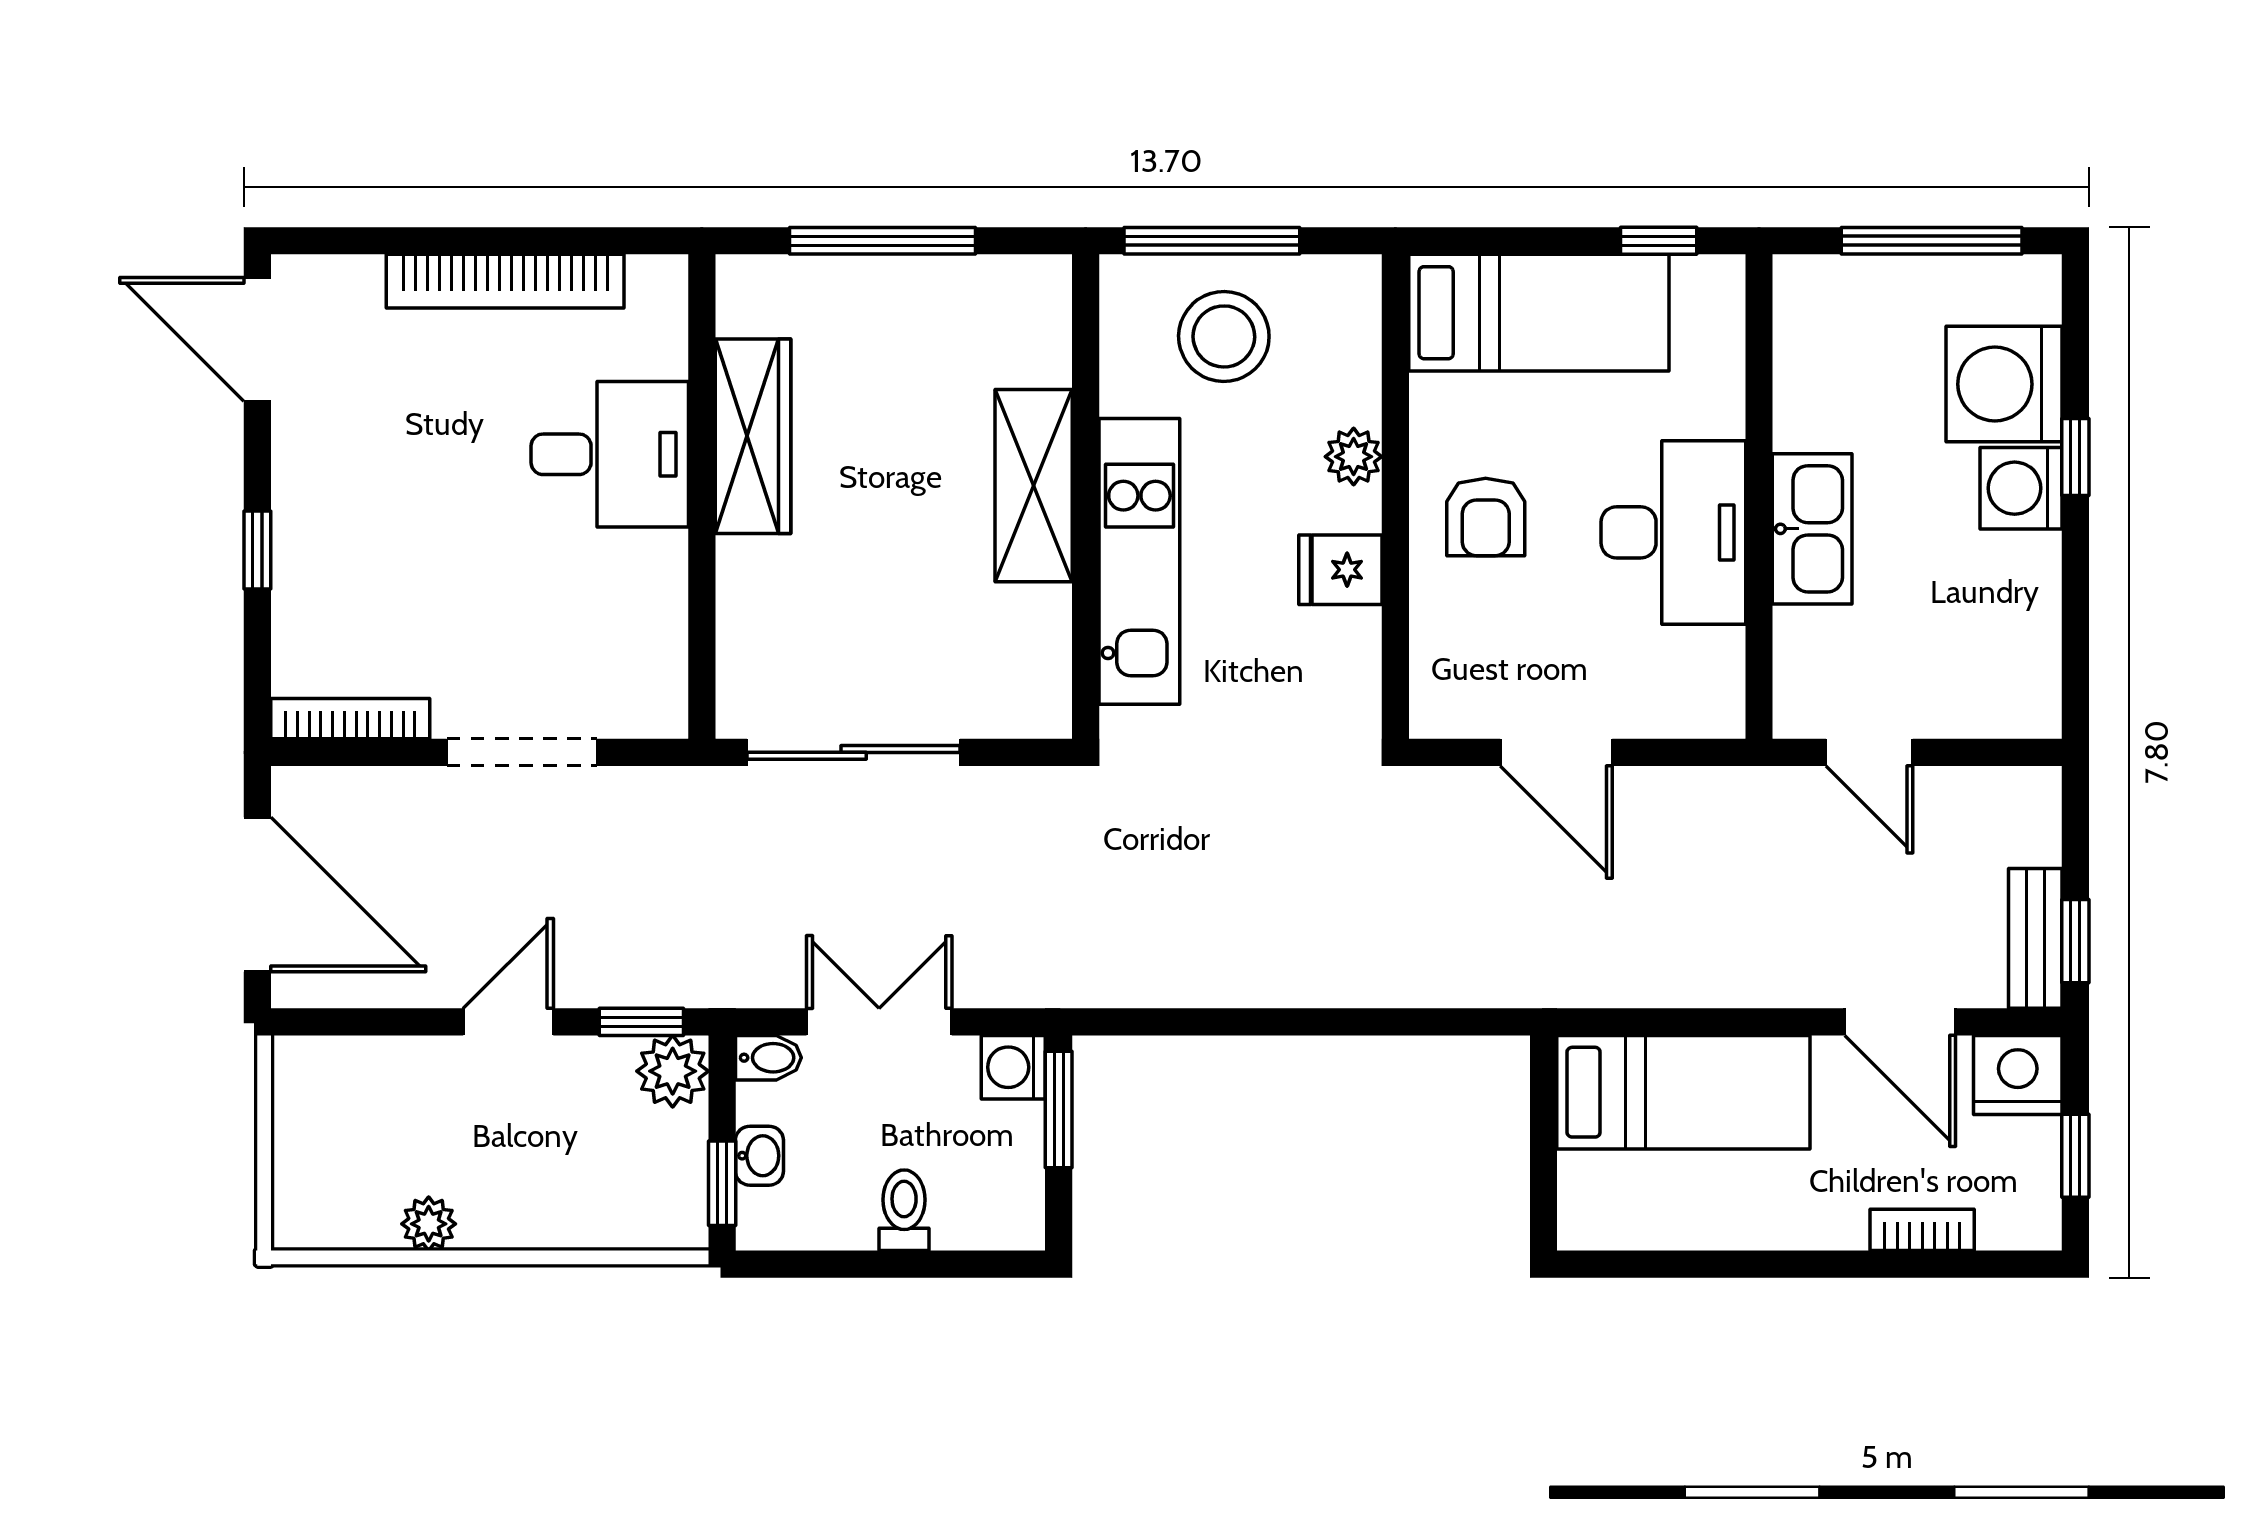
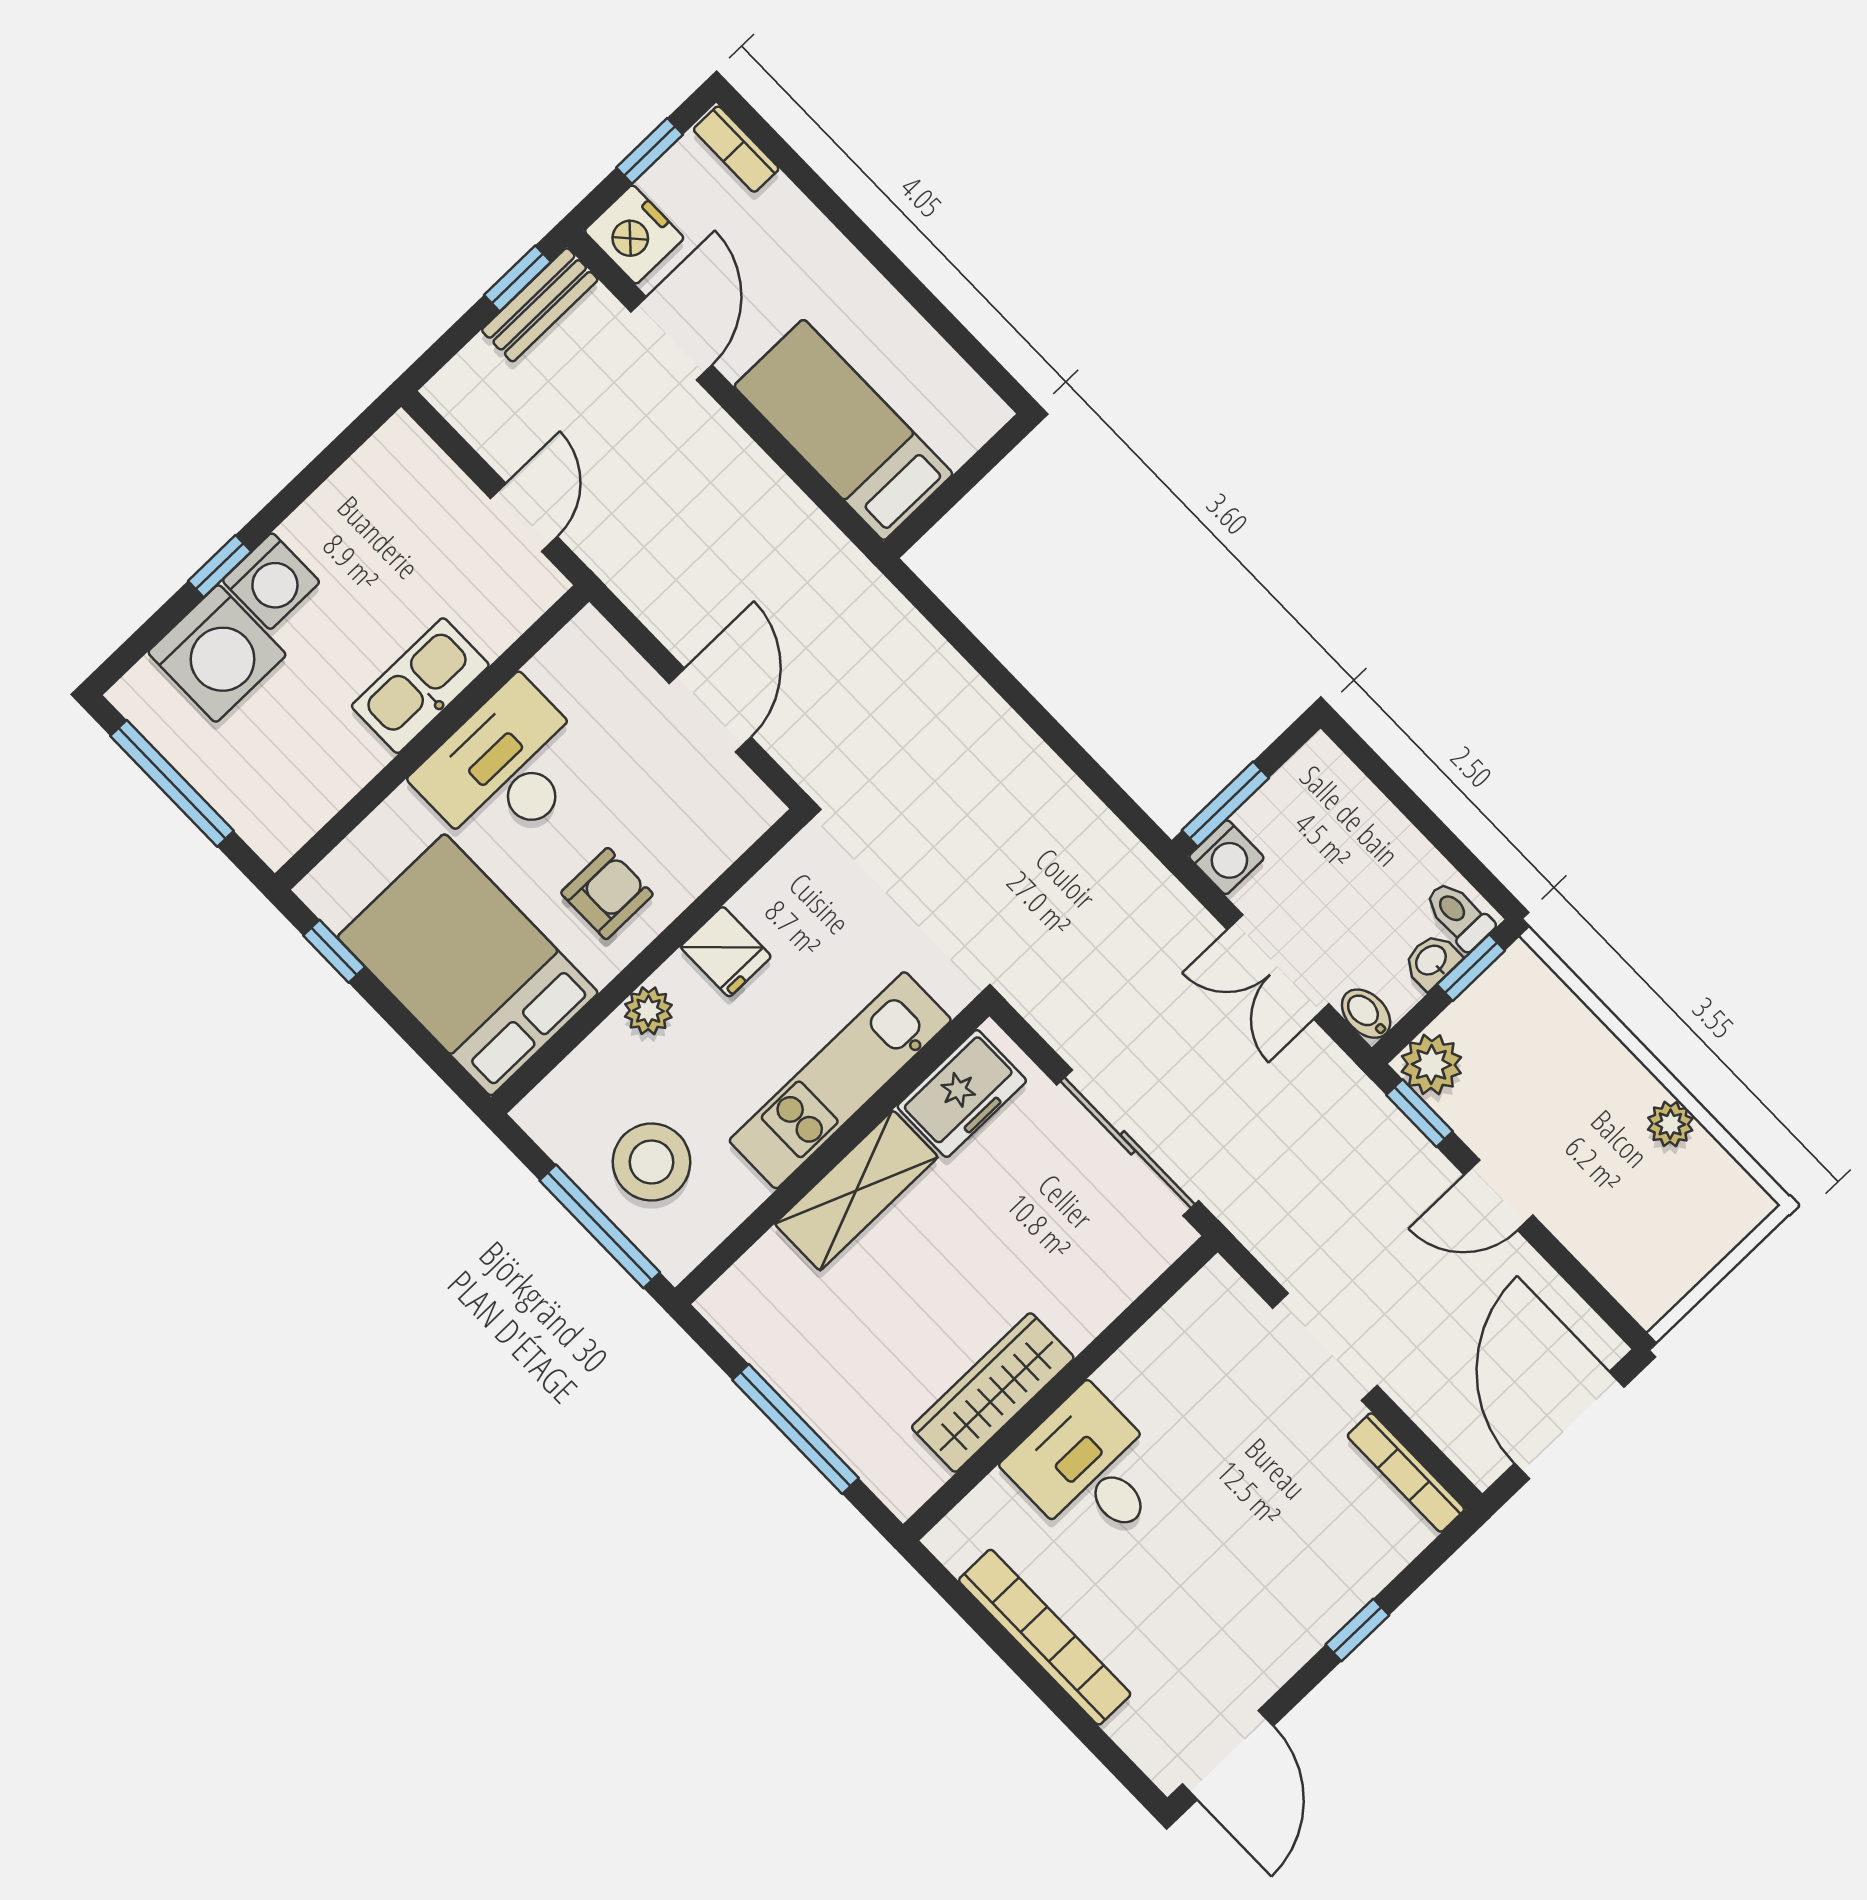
bed: (1539, 313) -> (468, 965), width x1.50
freezer: (1030, 653) -> (962, 1094), added
toilet: (904, 1210) -> (1459, 915), moved, turned 90
bookcase: (1922, 1230) -> (736, 149), moved

